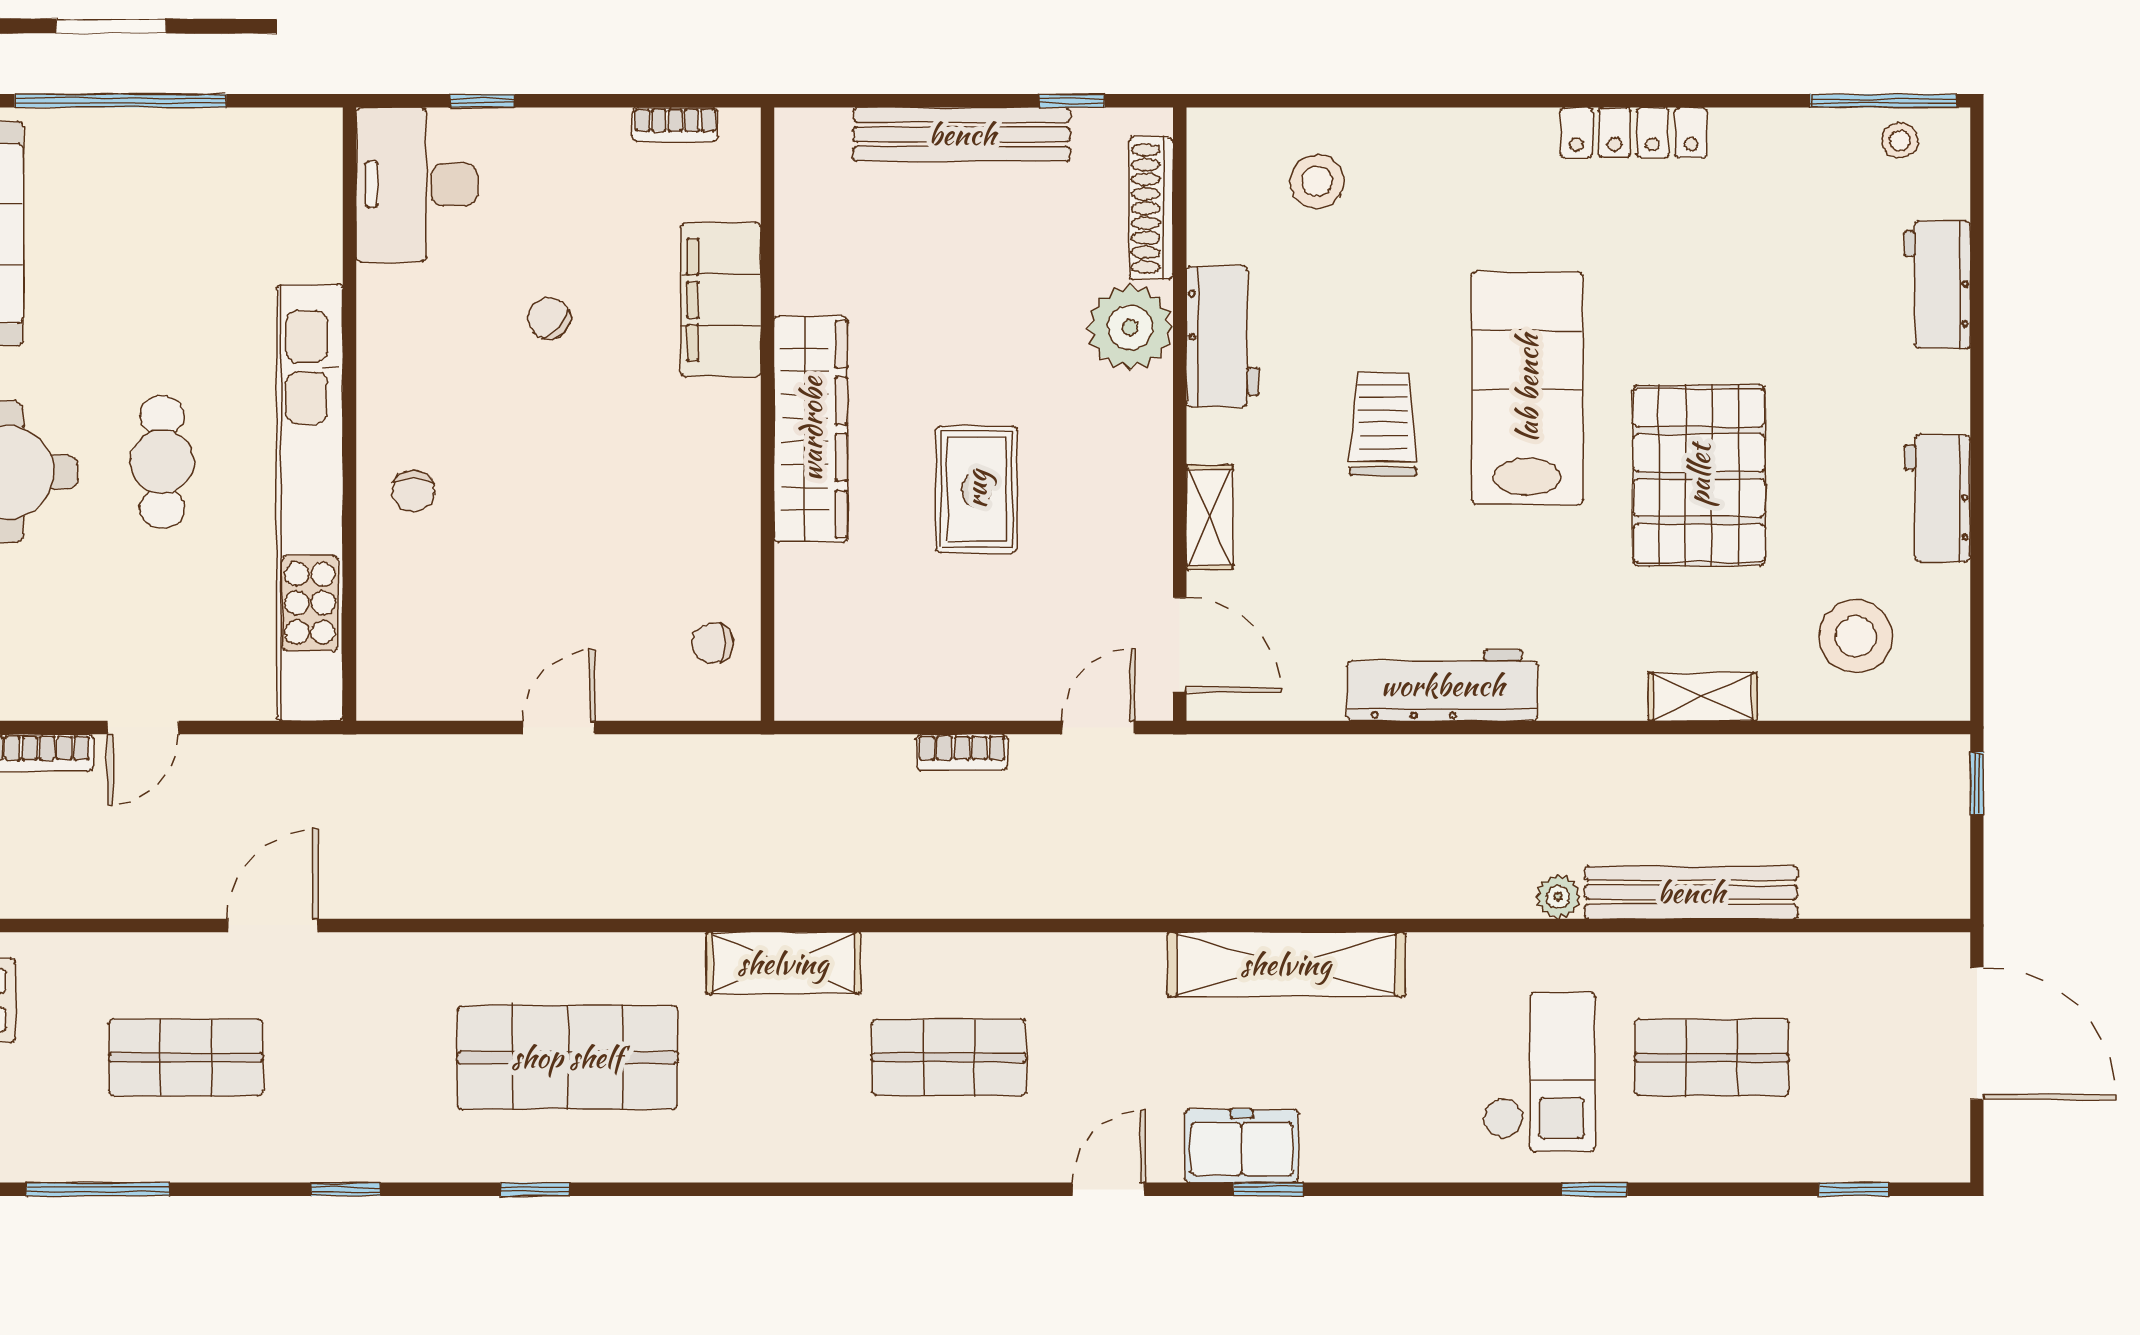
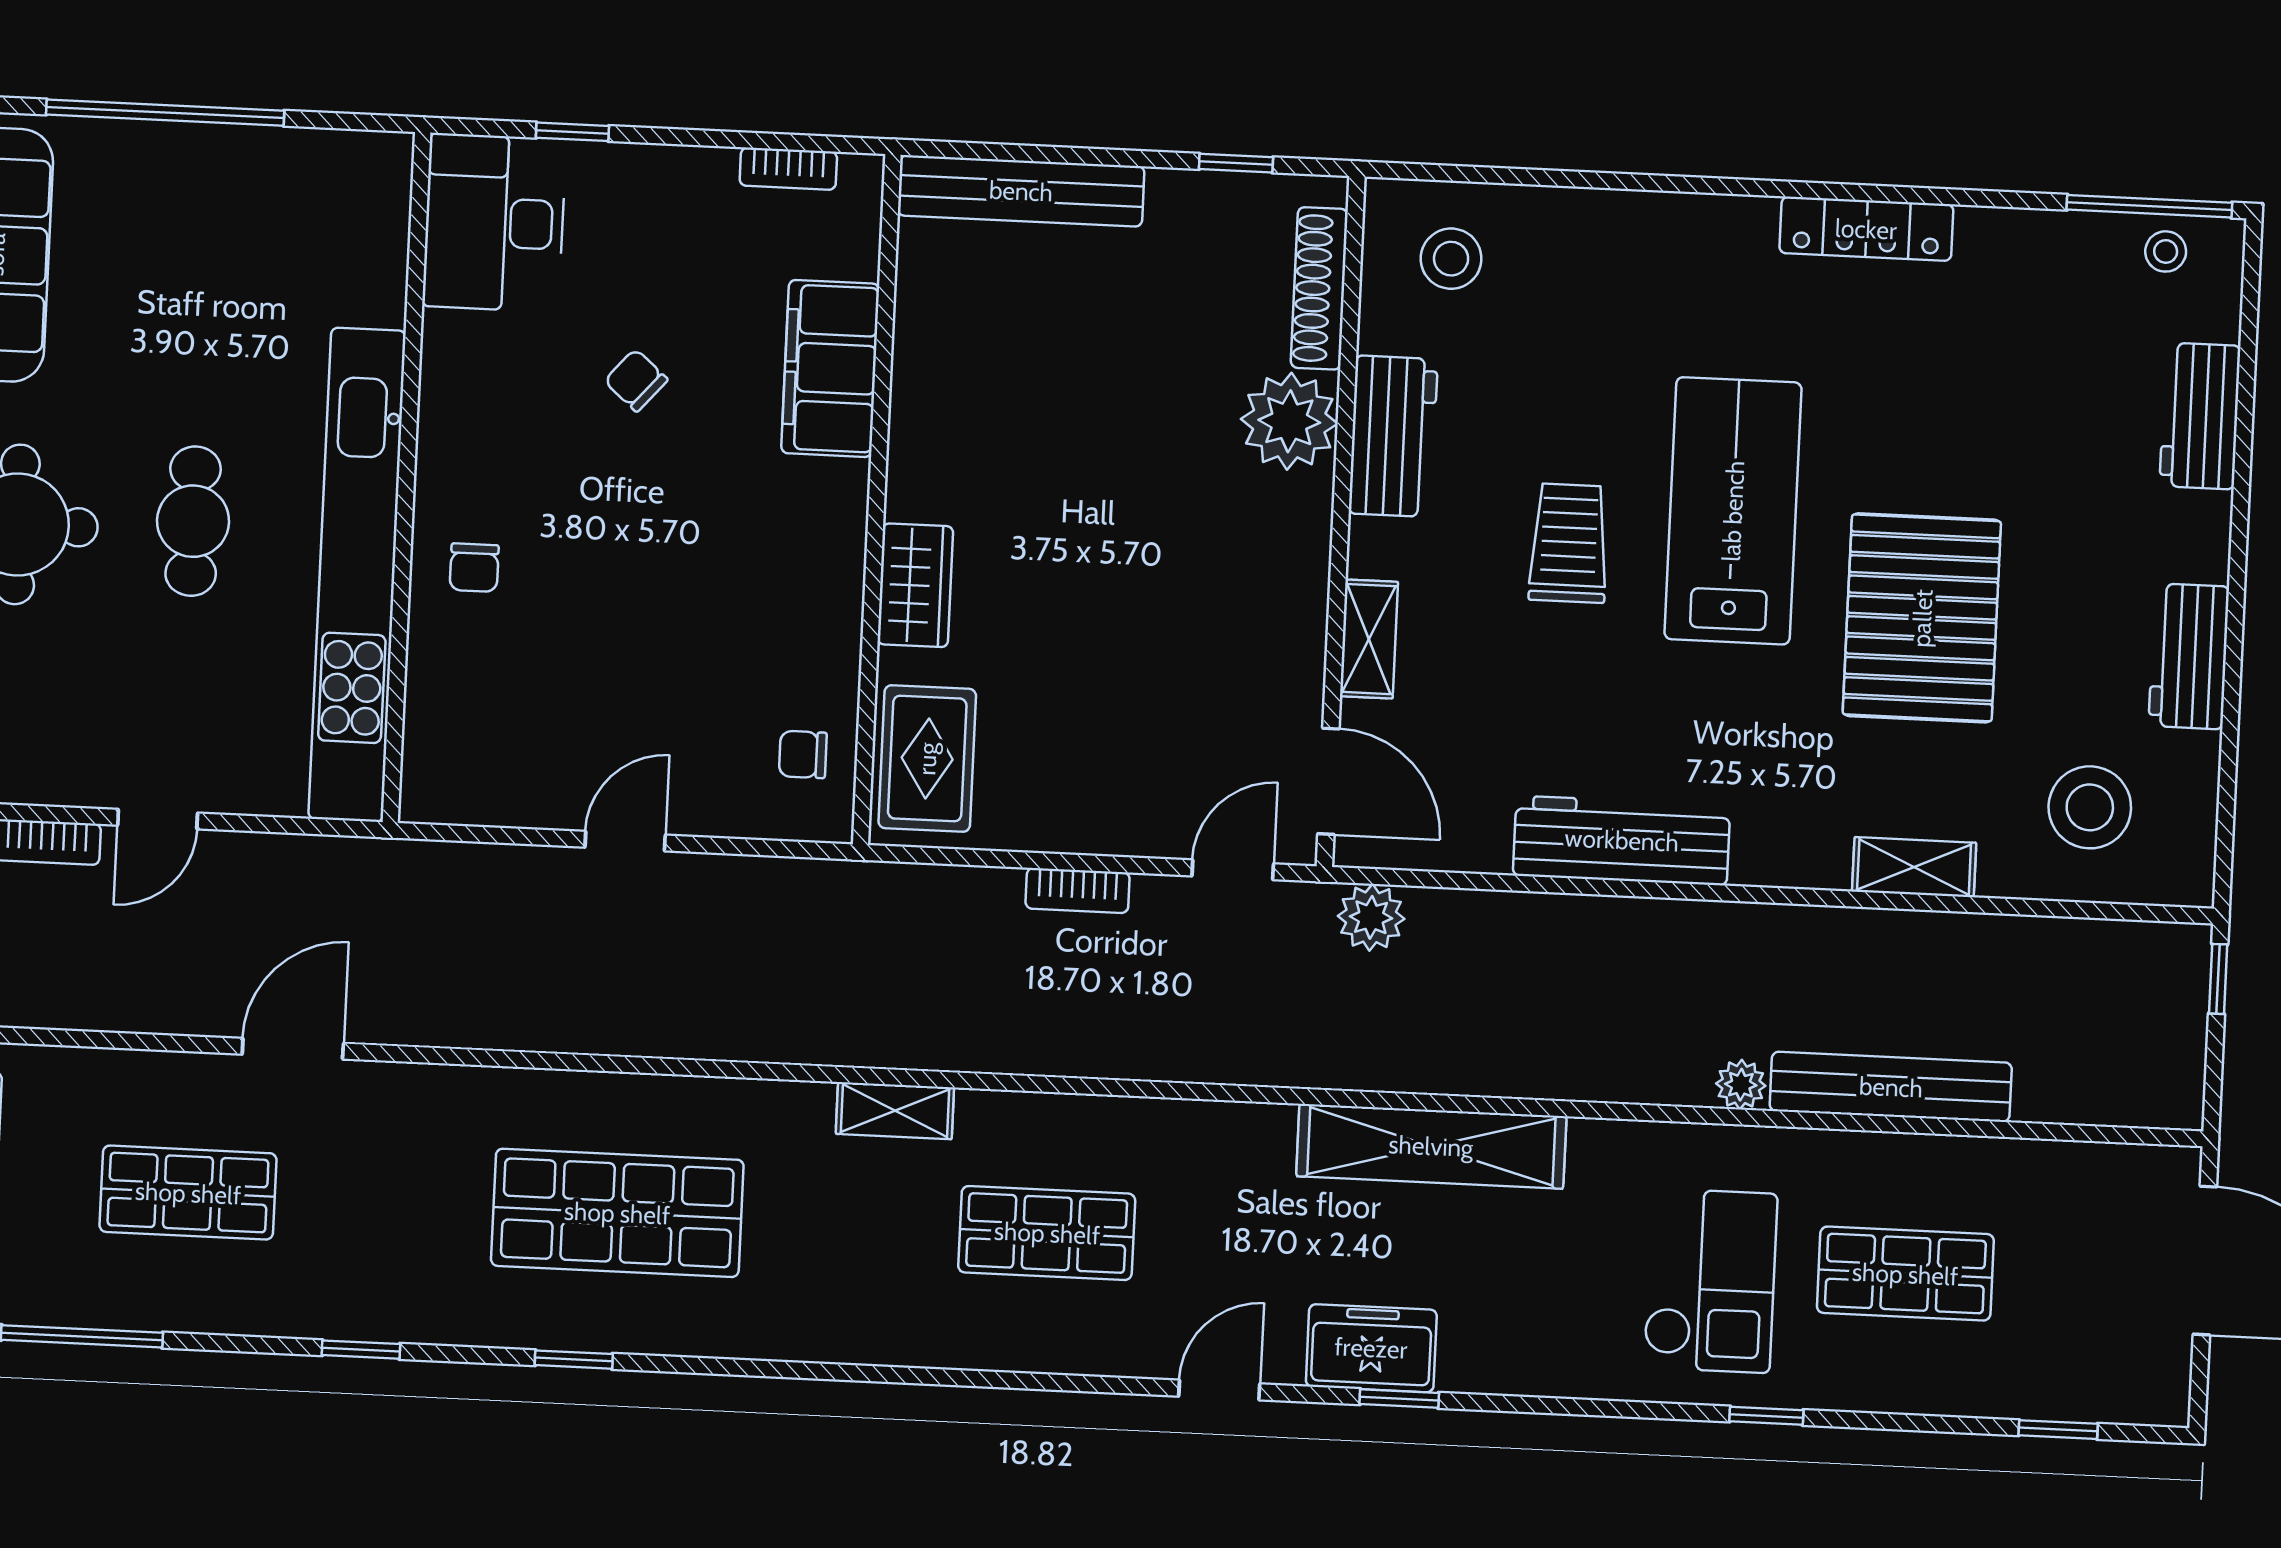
bench: (962, 134) -> (1021, 191), moved
stool: (1317, 181) -> (1451, 259), moved
wardrobe: (811, 429) -> (915, 585), width x0.48, depth x0.85
rug: (976, 489) -> (927, 759), moved
plant: (1223, 764) -> (1371, 917), added
shelving: (783, 963) -> (895, 1111), width x0.67, depth x0.75

